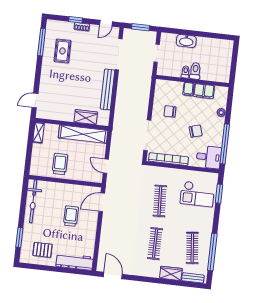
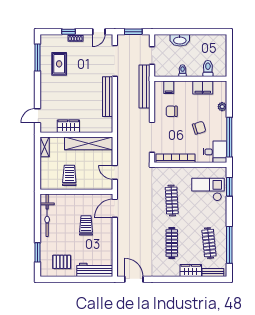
toilet: (195, 71) -> (208, 69), moved
bench: (146, 83) -> (145, 86), added
filing cabinet: (188, 89) -> (169, 87), moved
wardrobe: (86, 117) -> (68, 126), moved
checkout: (197, 194) -> (208, 189), turned 180

